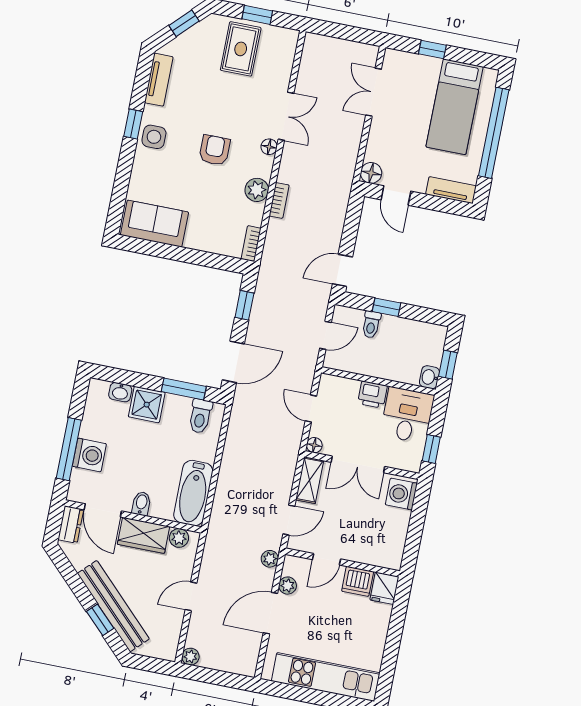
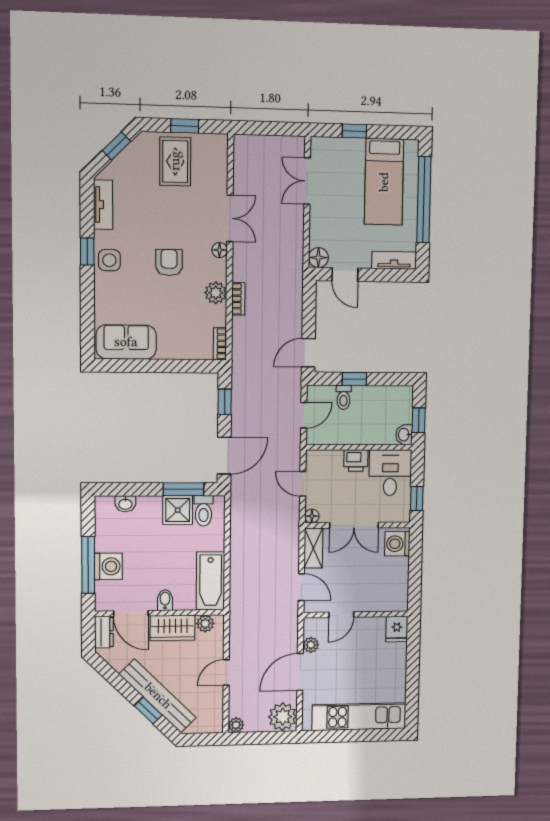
shower: (147, 405) -> (178, 510), moved
door: (289, 520) -> (301, 587), hinge flipped
plant: (270, 559) -> (283, 717), moved, width x1.88, depth x1.88
dishwasher: (358, 581) -> (372, 628), removed

